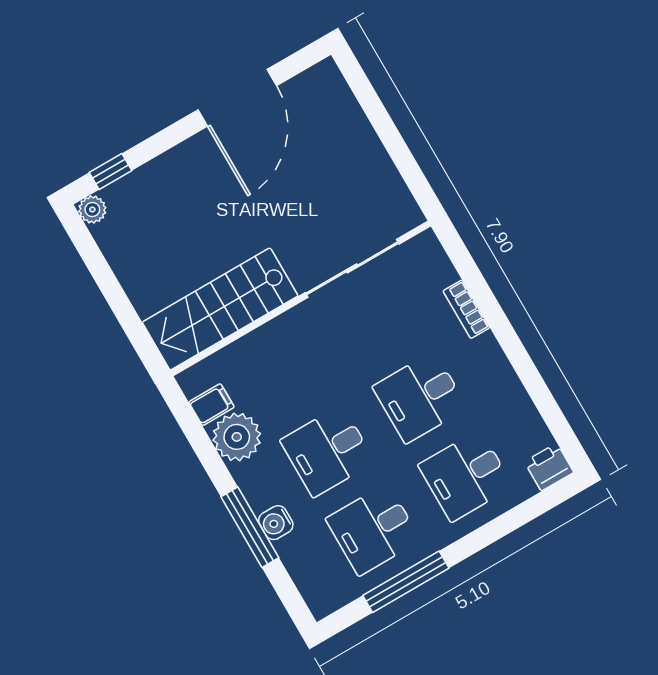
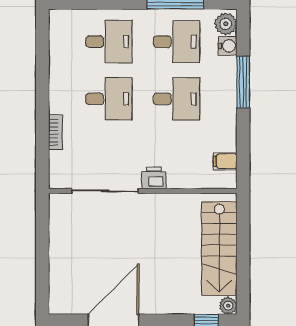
stairs: (220, 309) -> (219, 248), moved, turned 90
plant: (237, 437) -> (226, 24), moved, width x0.73, depth x0.73
printer: (549, 467) -> (154, 178), moved, turned 180
water cooler: (276, 523) -> (228, 46), moved

